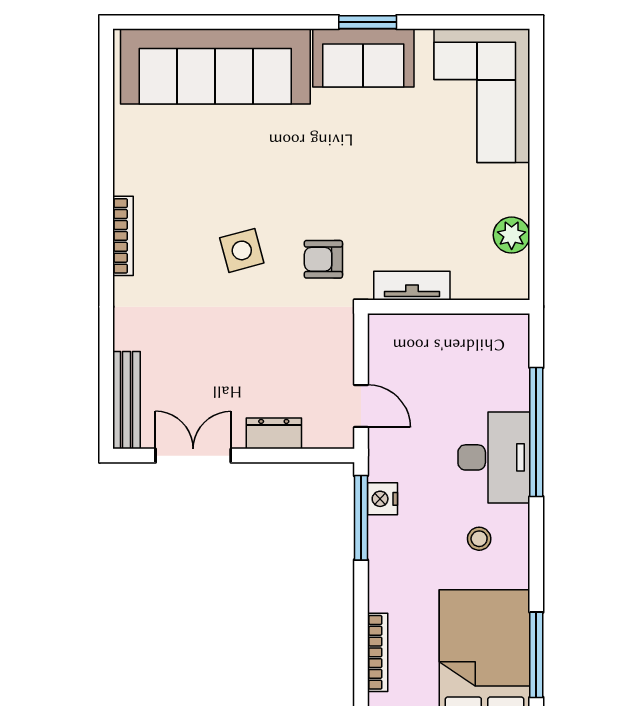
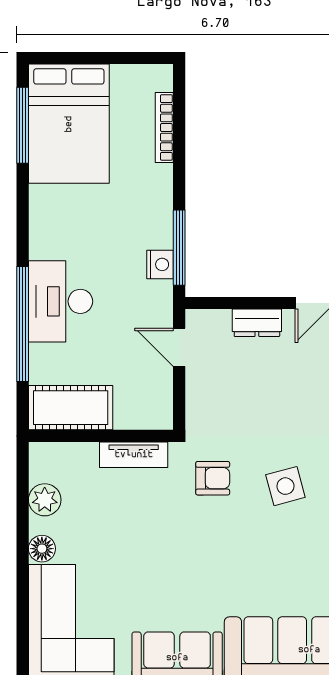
floor lamp: (515, 180) -> (42, 549), added
cot: (483, 338) -> (71, 408), added
stool: (479, 539) -> (74, 229), removed

